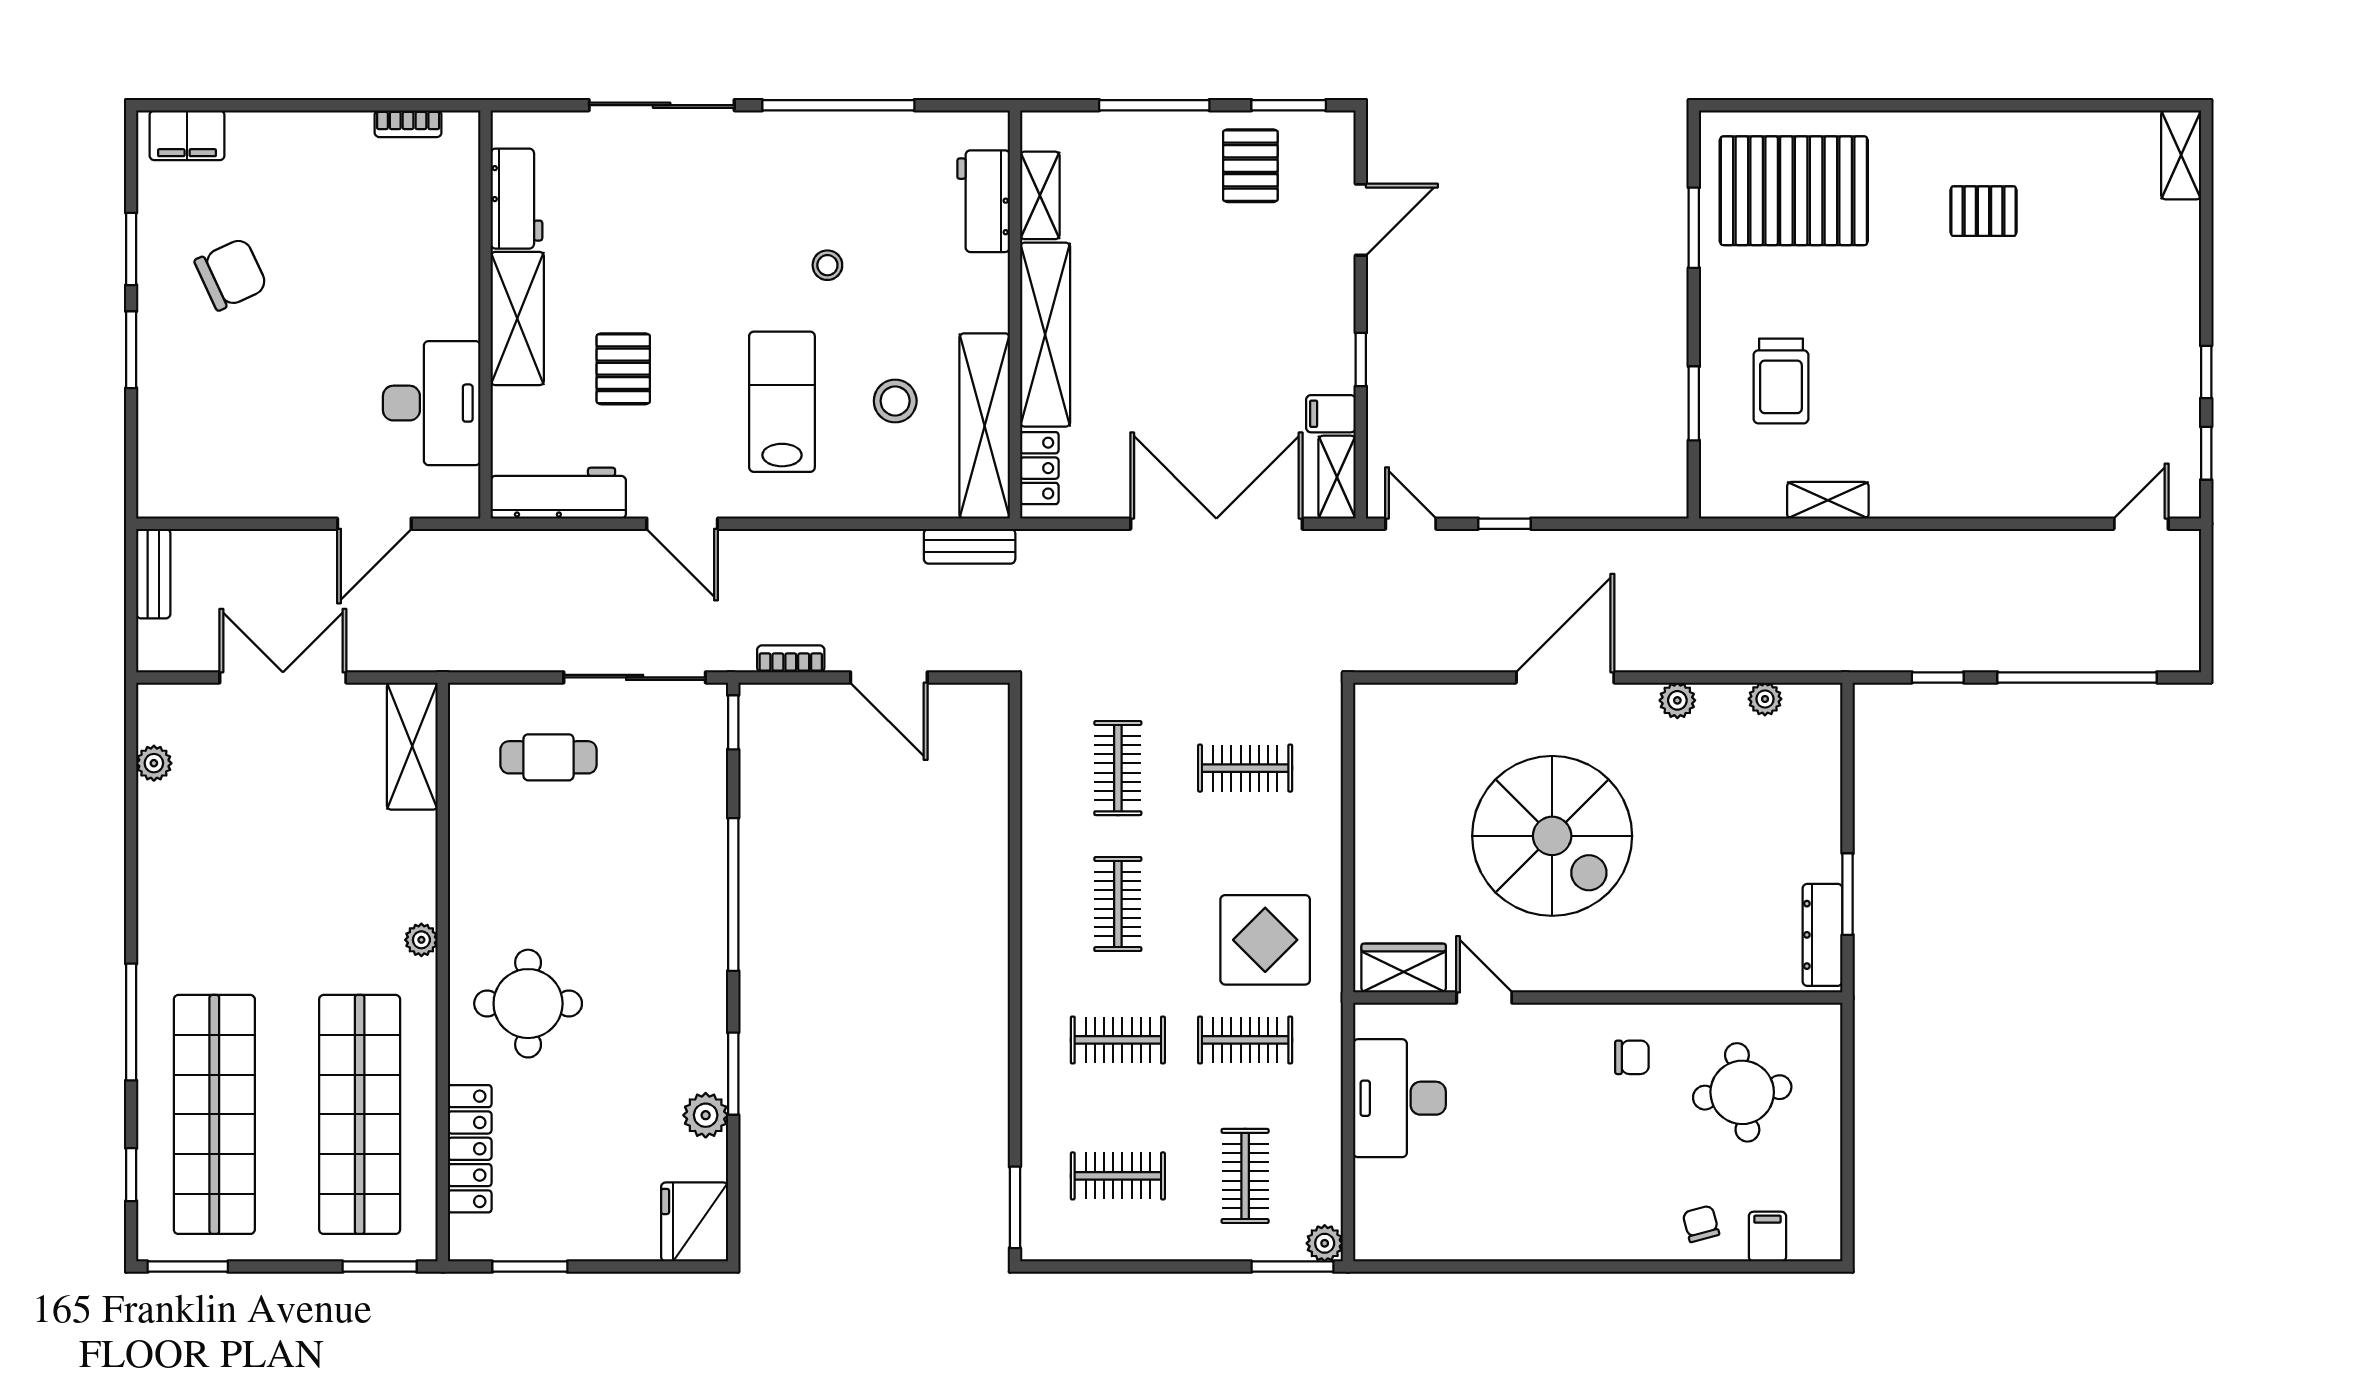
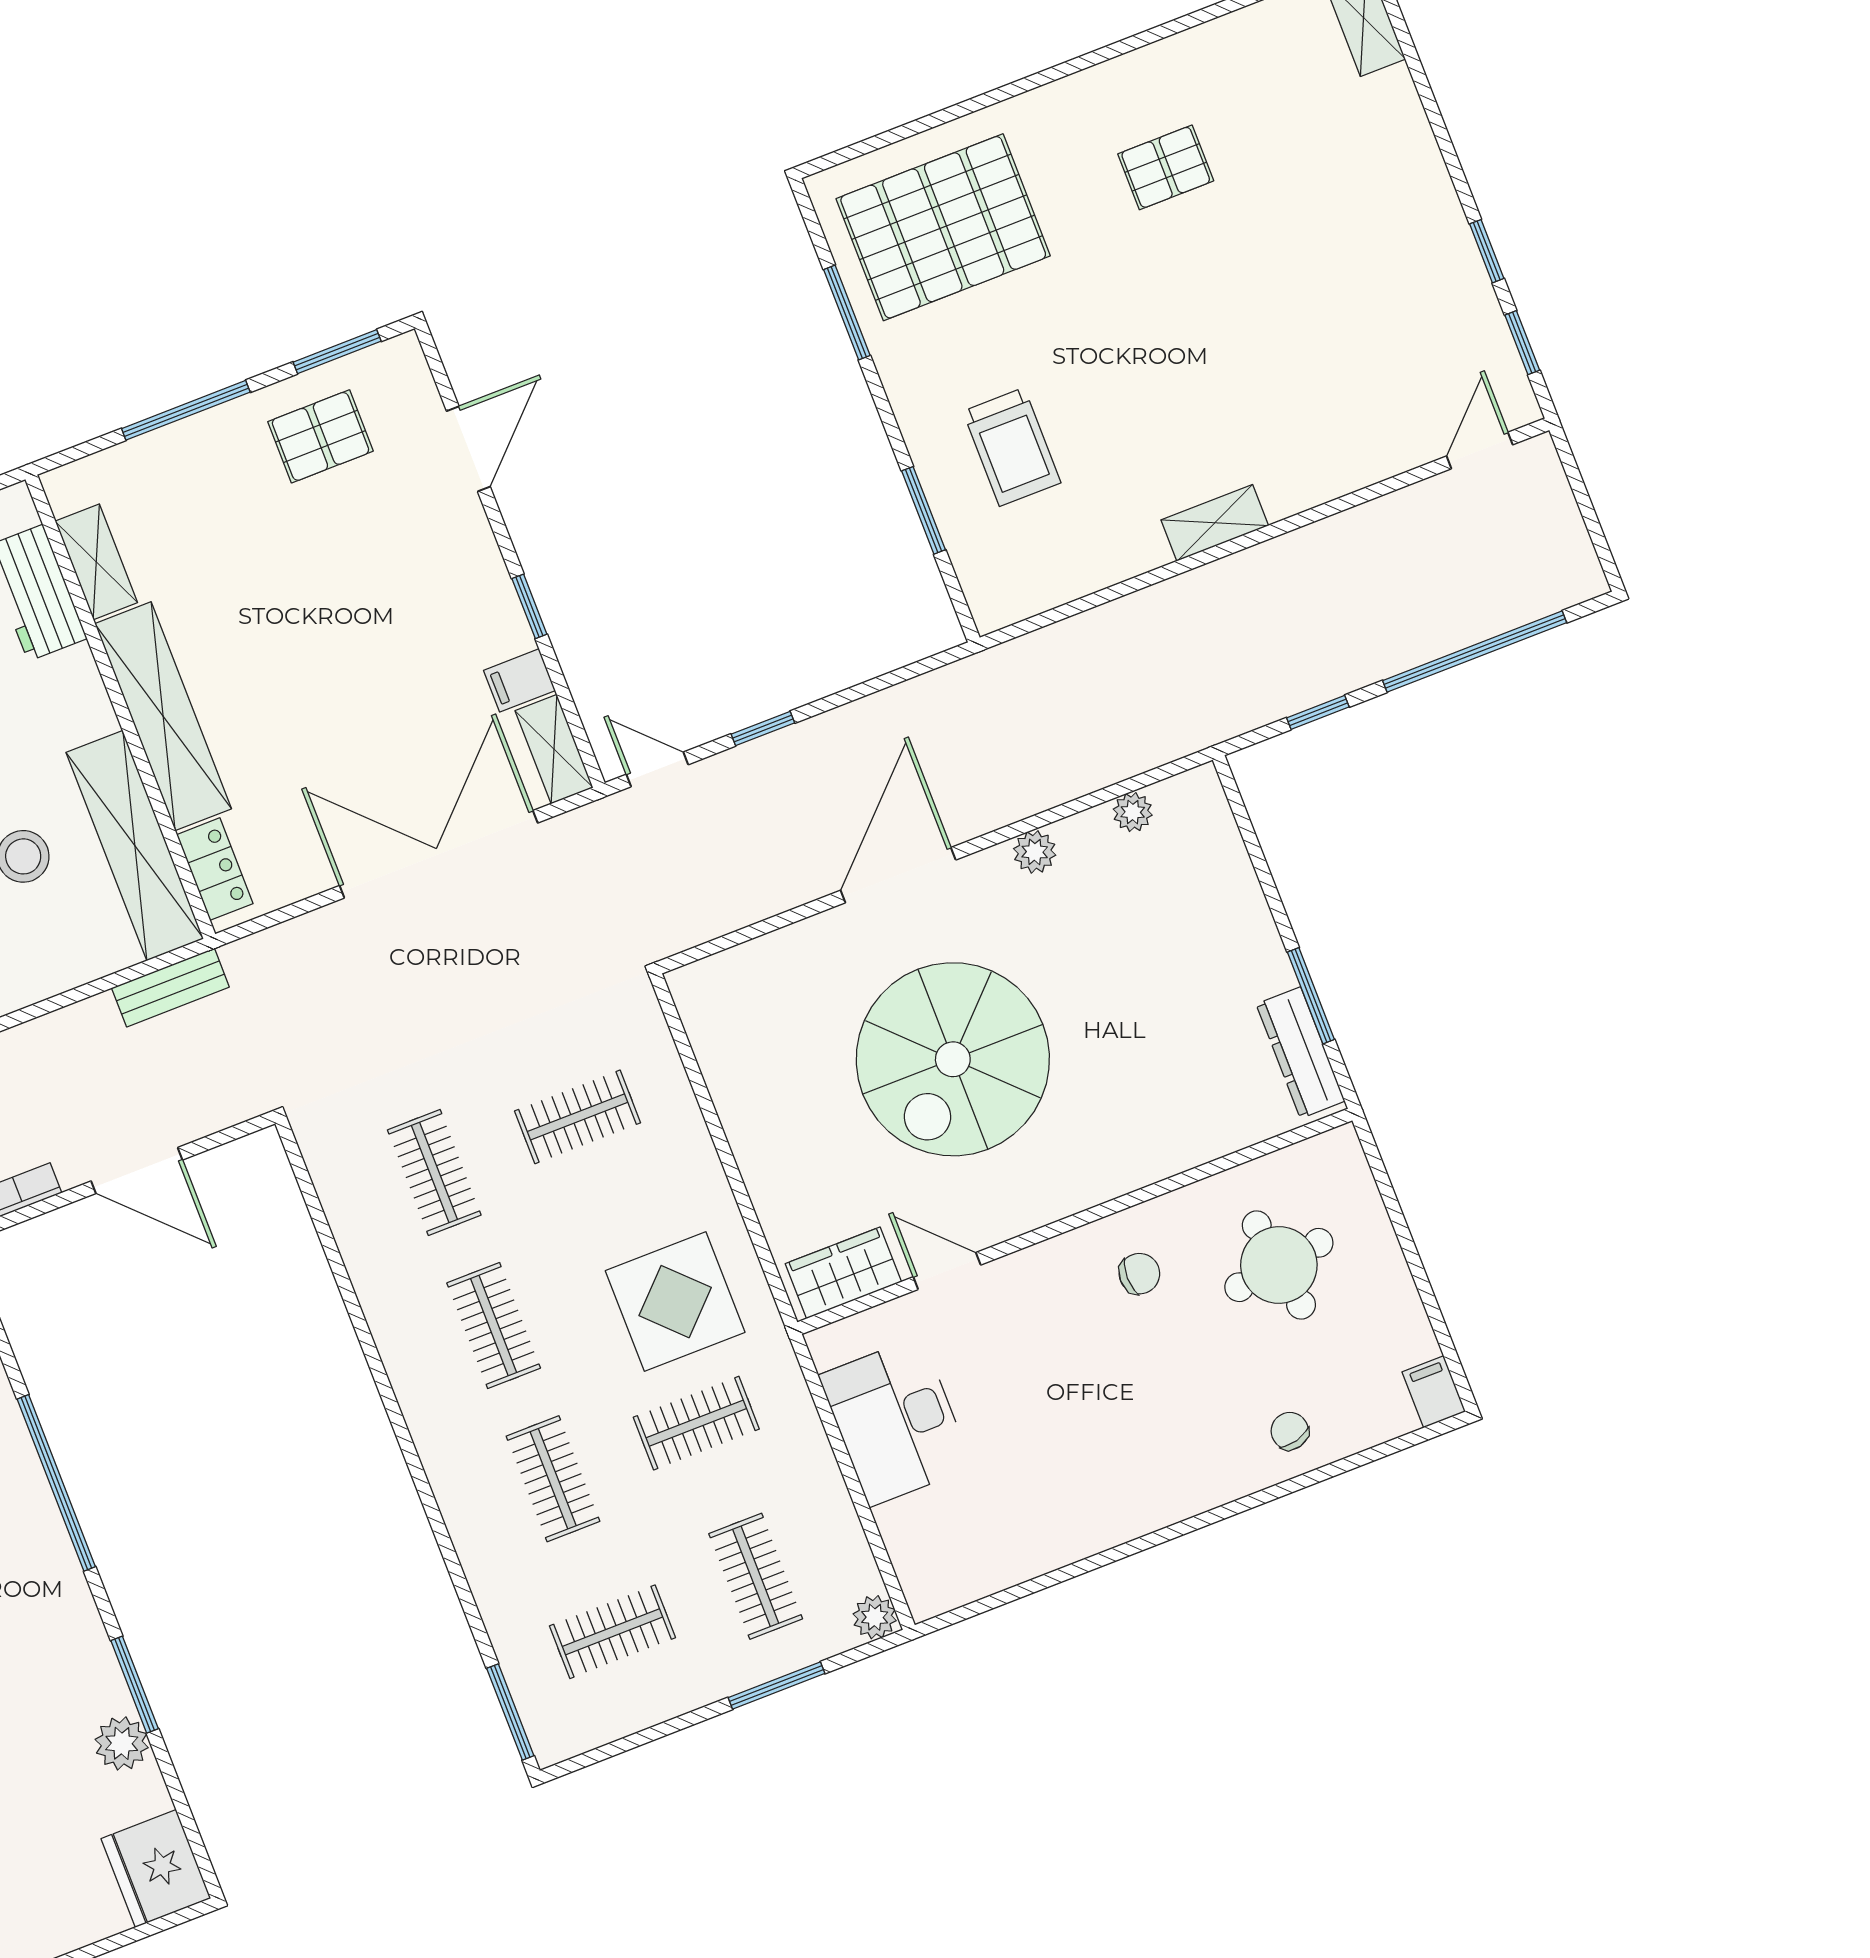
pallet: (1250, 166) -> (320, 436), turned 90
shelving: (1828, 500) -> (1215, 523), moved
spiral stairs: (1552, 836) -> (953, 1059), turned 90
clothes rail: (1118, 1040) -> (553, 1479), turned 90
filing cabinet: (1767, 1237) -> (1434, 1392), moved
window: (1292, 1267) -> (777, 1686), moved

